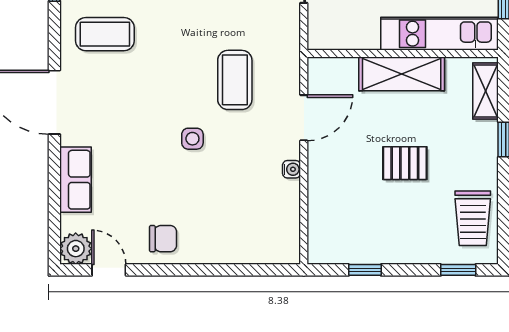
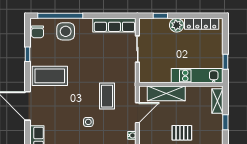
coffee table: (105, 34) -> (50, 76), width x1.36, depth x1.32
shelving: (402, 74) -> (166, 93), moved

